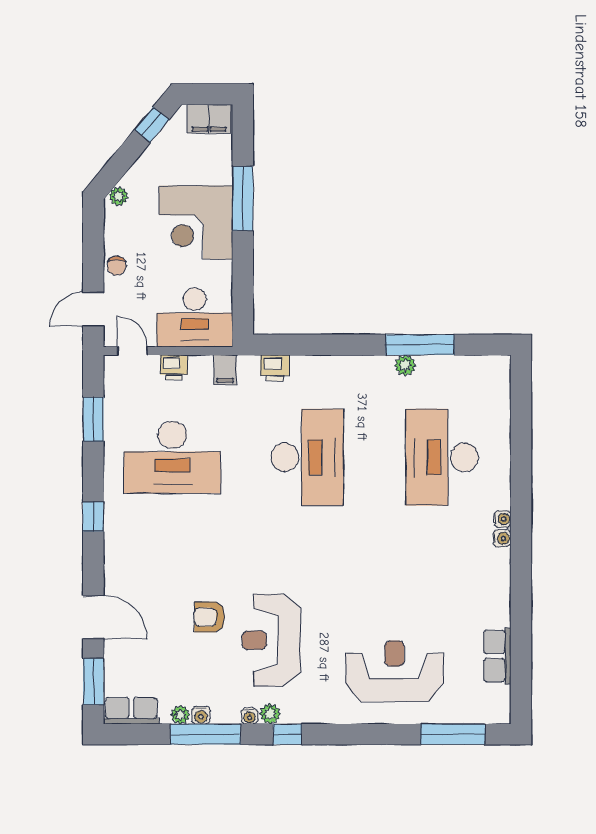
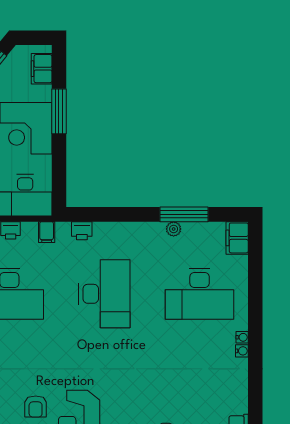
filing cabinet: (209, 119) -> (42, 69), moved, turned 90
filing cabinet: (495, 378) -> (237, 238), added
desk: (442, 457) -> (200, 294), turned -90
armchair: (209, 617) -> (36, 406), turned -90

